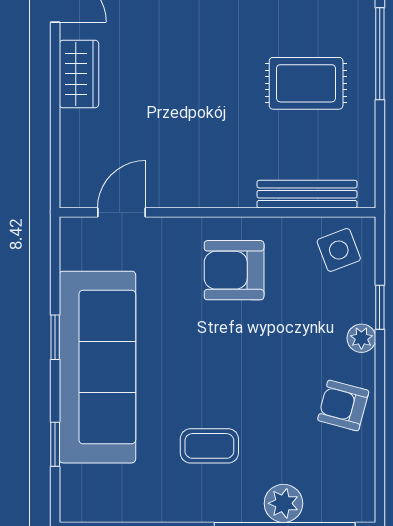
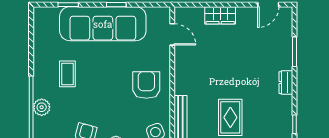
wardrobe: (79, 74) -> (220, 15), moved

